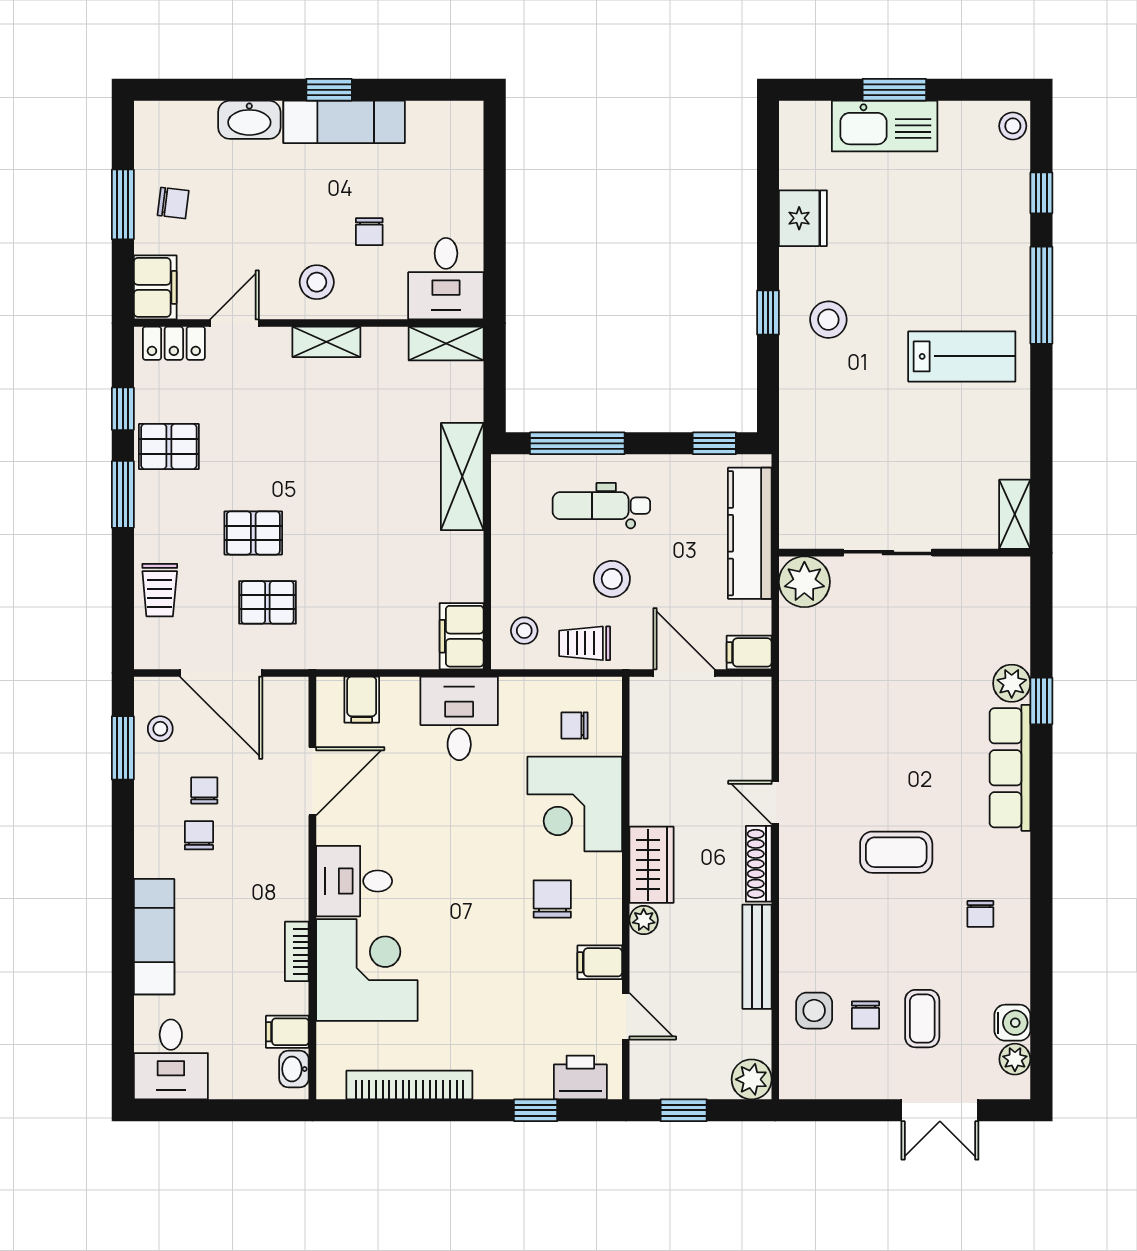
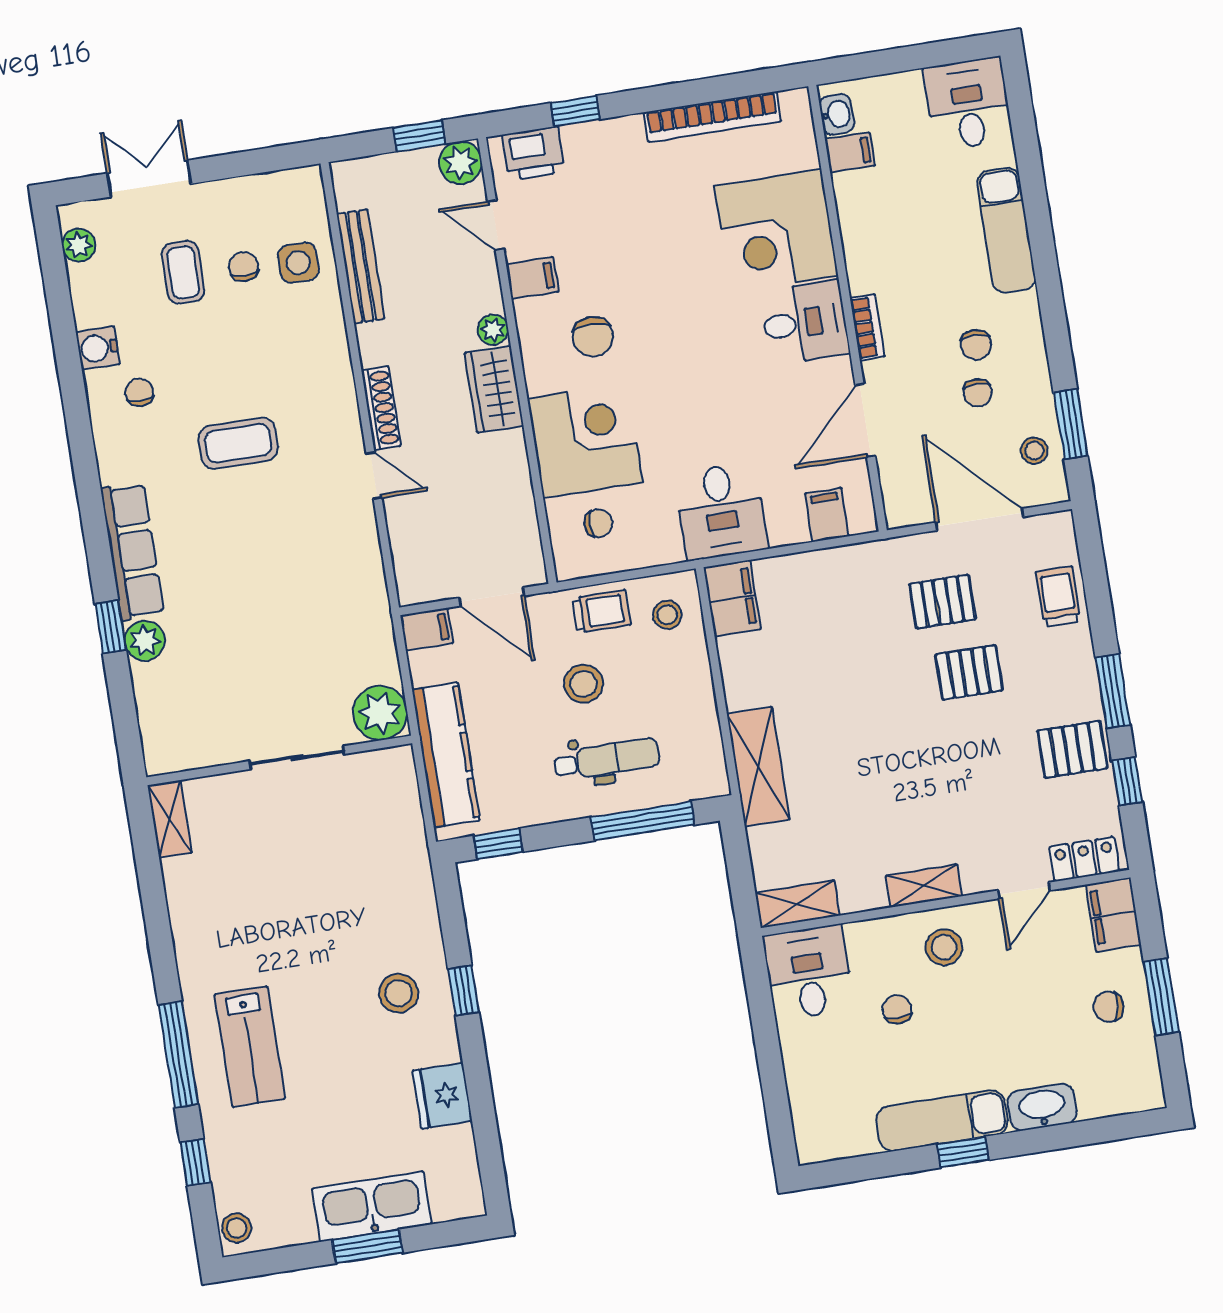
lab bench: (962, 356) -> (250, 1047), moved, turned -90
bookcase: (297, 951) -> (867, 327), moved
bench: (757, 957) -> (361, 266), moved
water cooler: (1012, 1023) -> (98, 348), moved
plant: (752, 1079) -> (460, 163), moved

